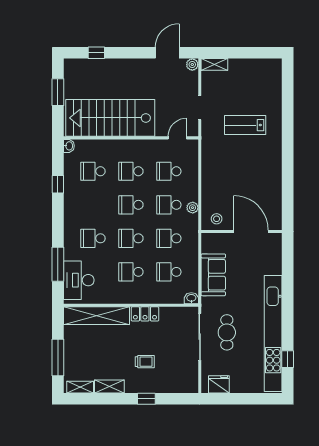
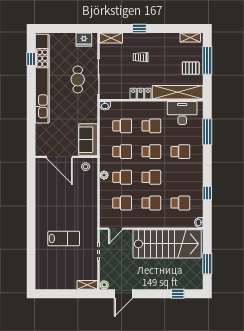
sofa: (213, 275) -> (88, 140), moved
desk: (79, 280) -> (182, 113), moved, turned -90
pallet: (79, 347) -> (191, 68), added
shelving: (109, 386) -> (111, 38), moved

